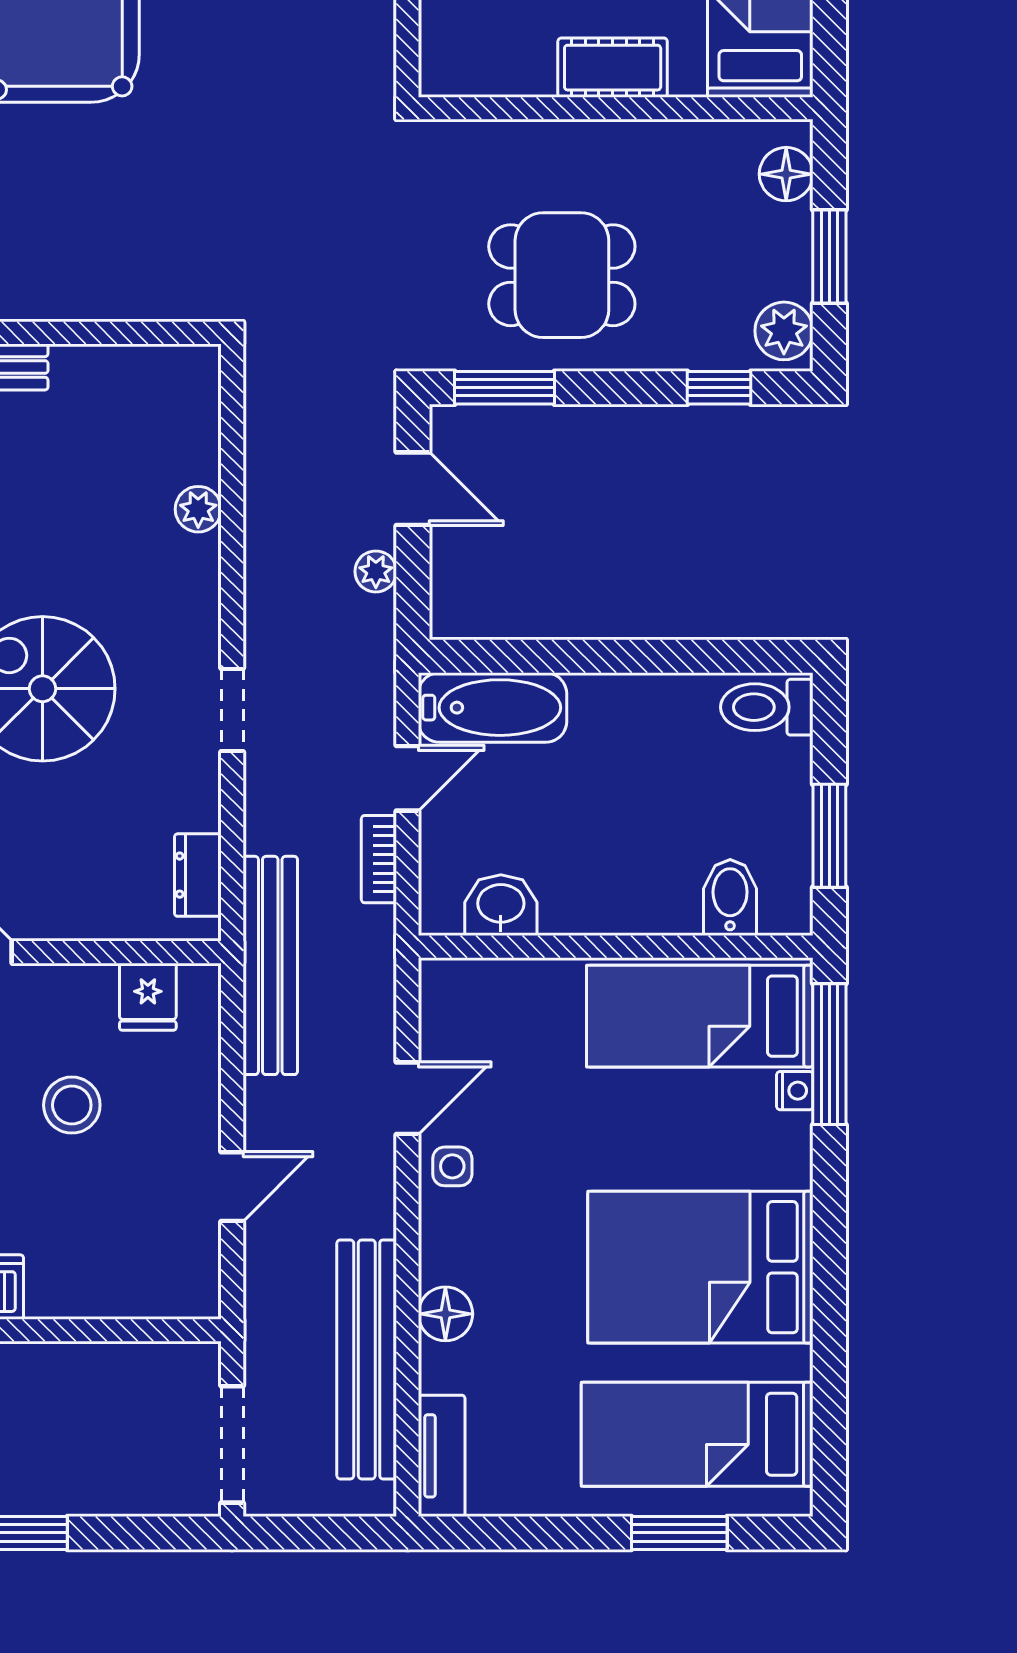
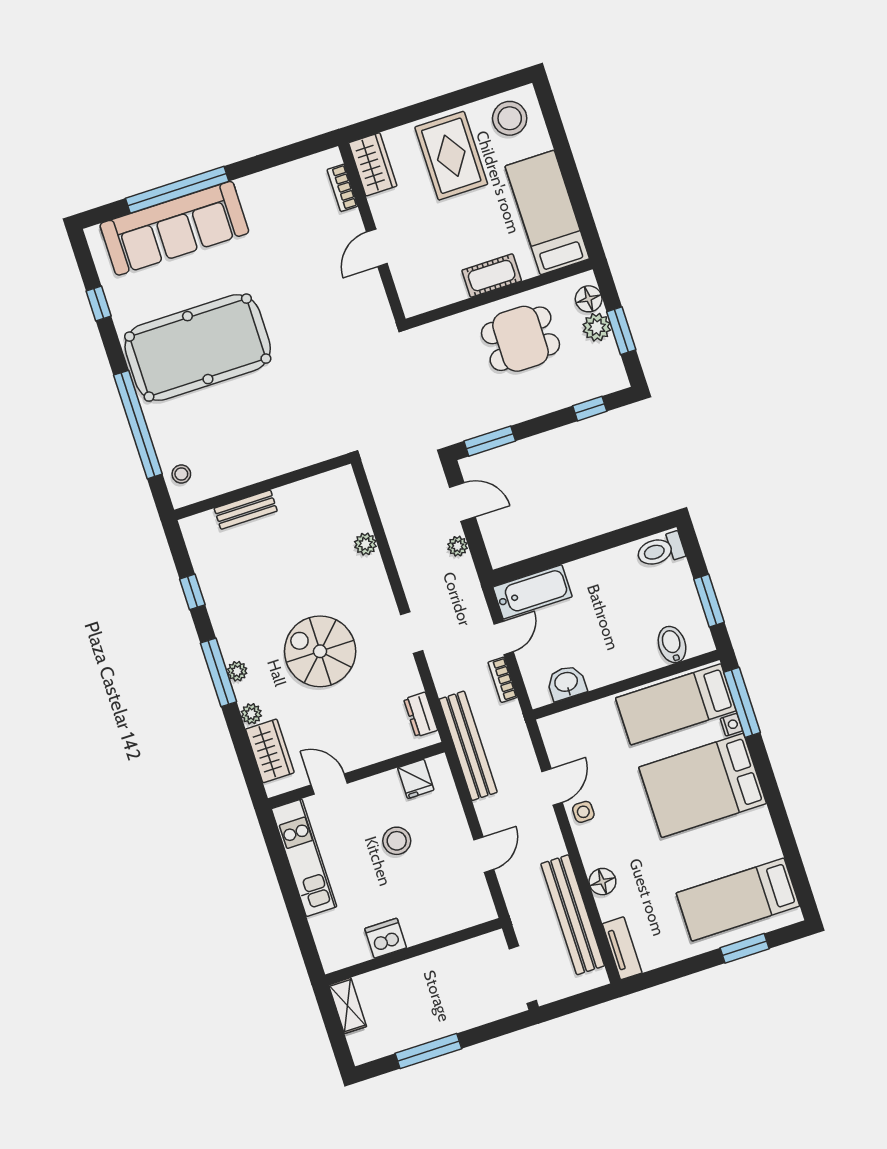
dining table: (562, 275) -> (521, 339), moved
plant: (784, 331) -> (597, 327), moved
bed: (700, 1267) -> (703, 785), moved

